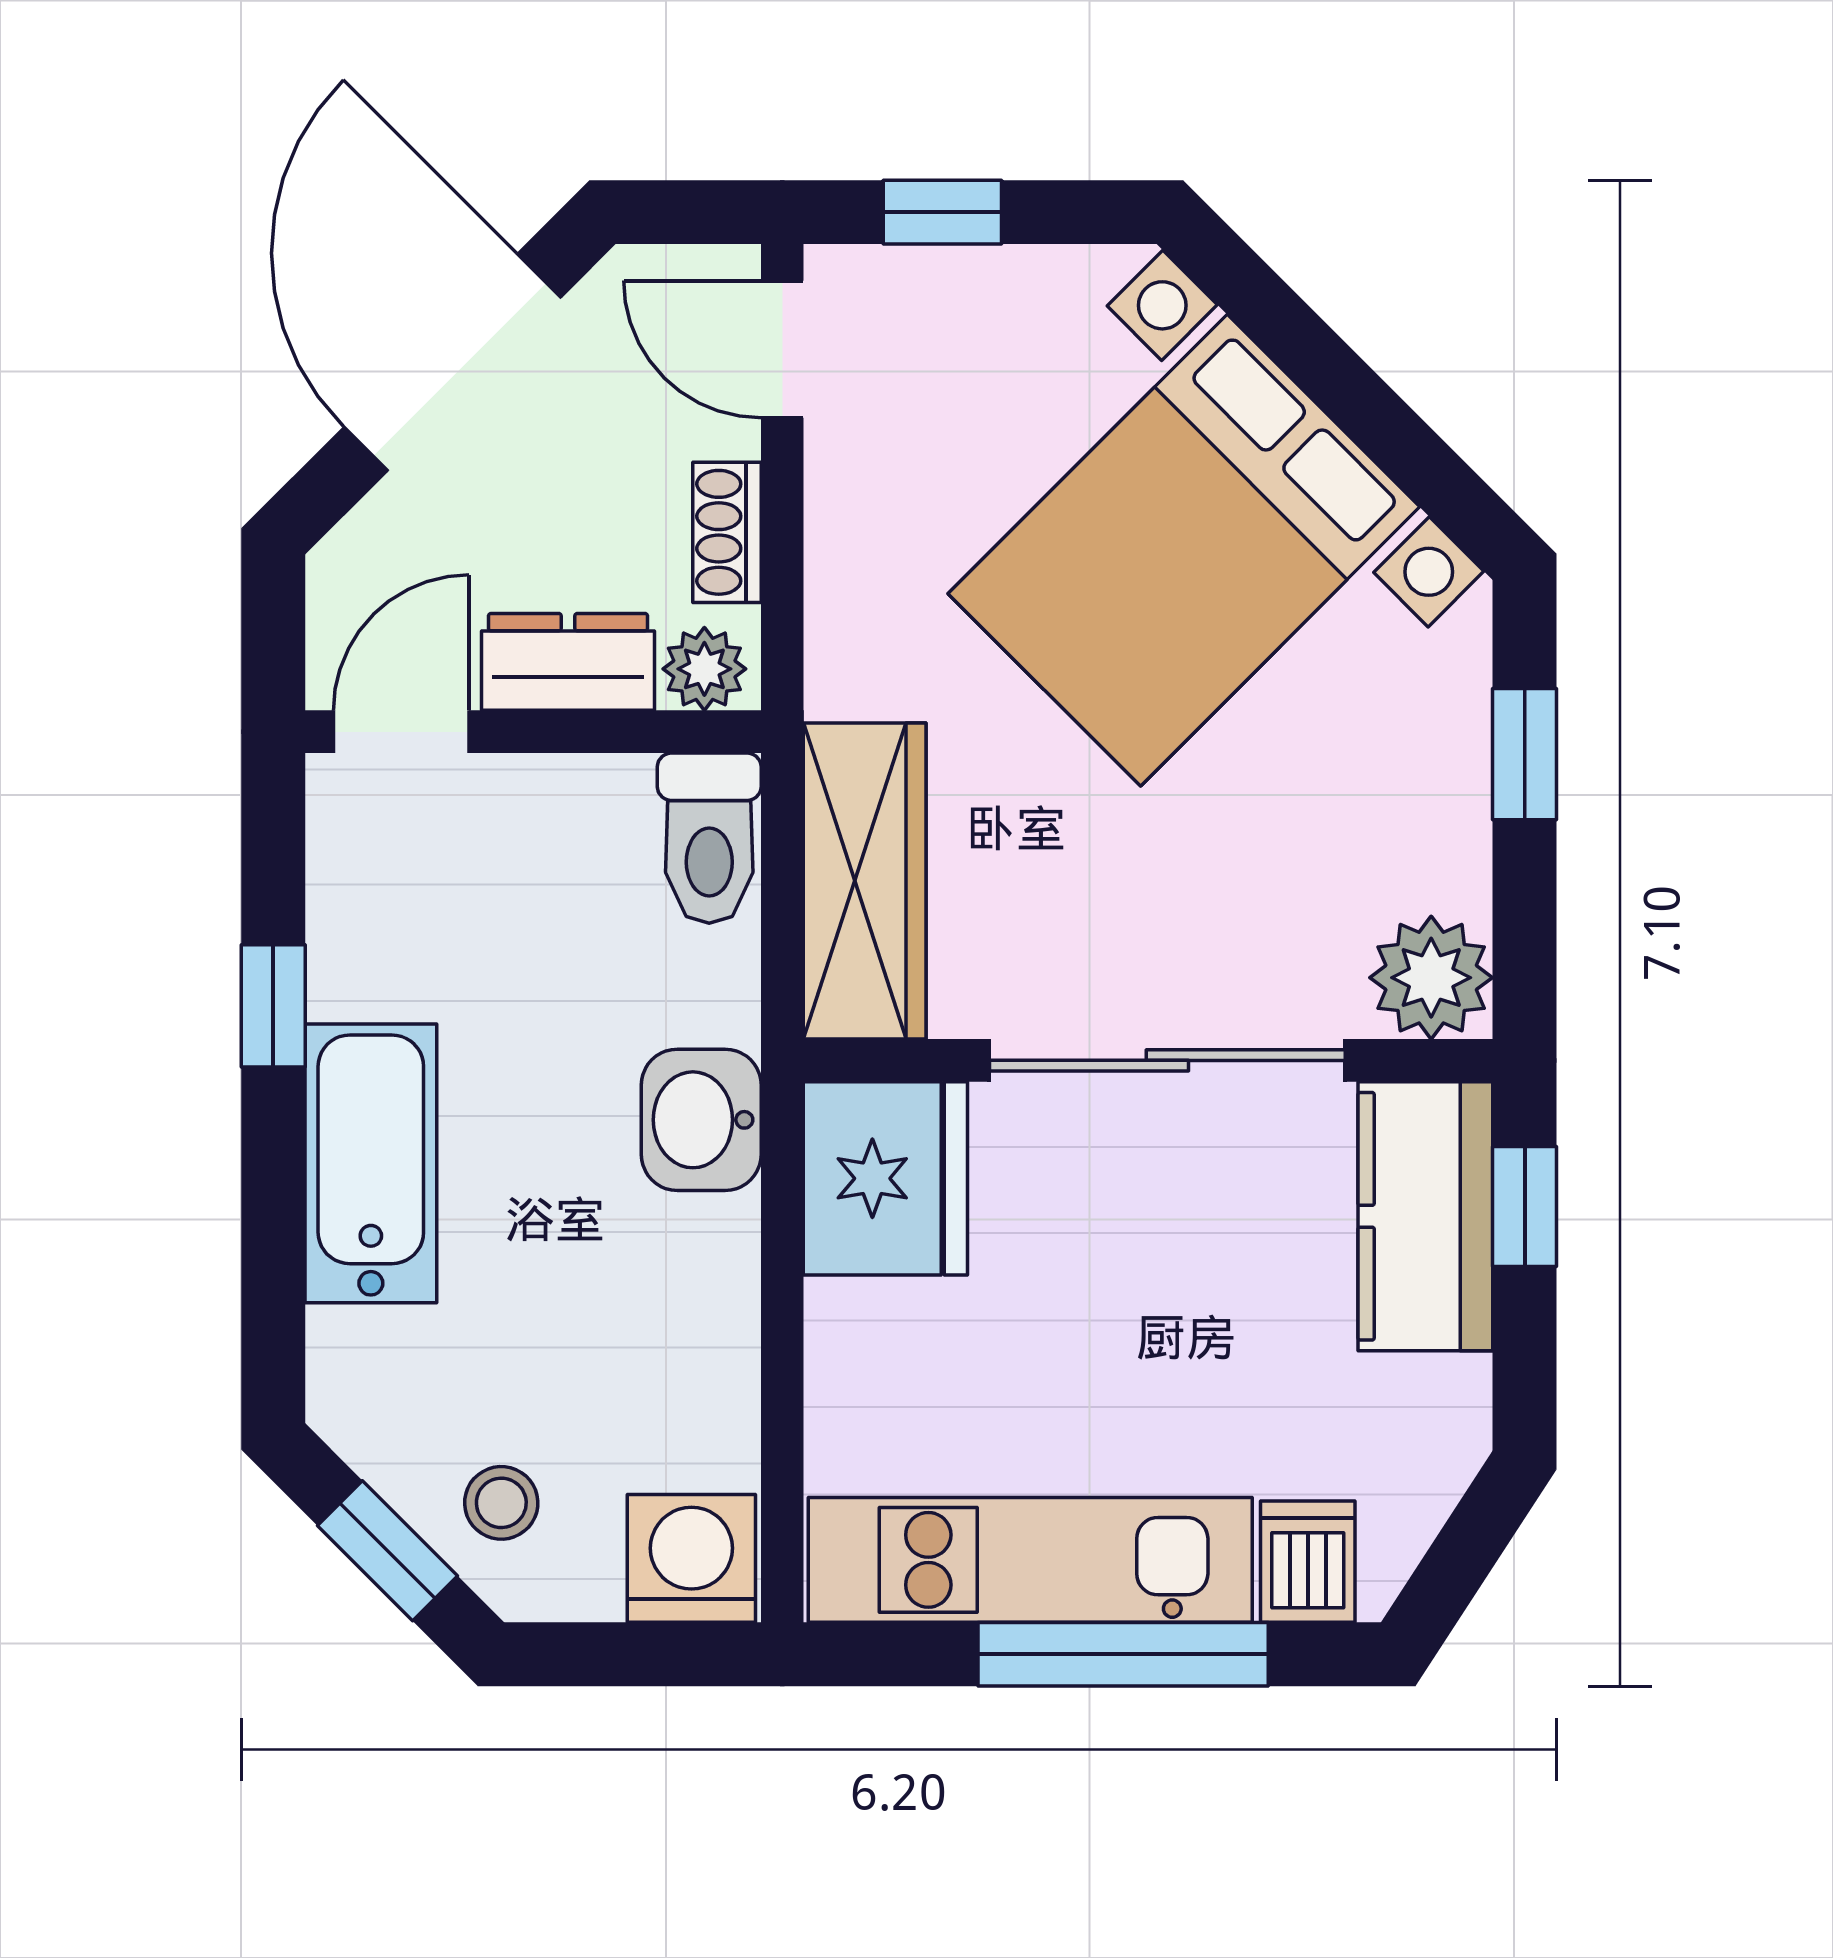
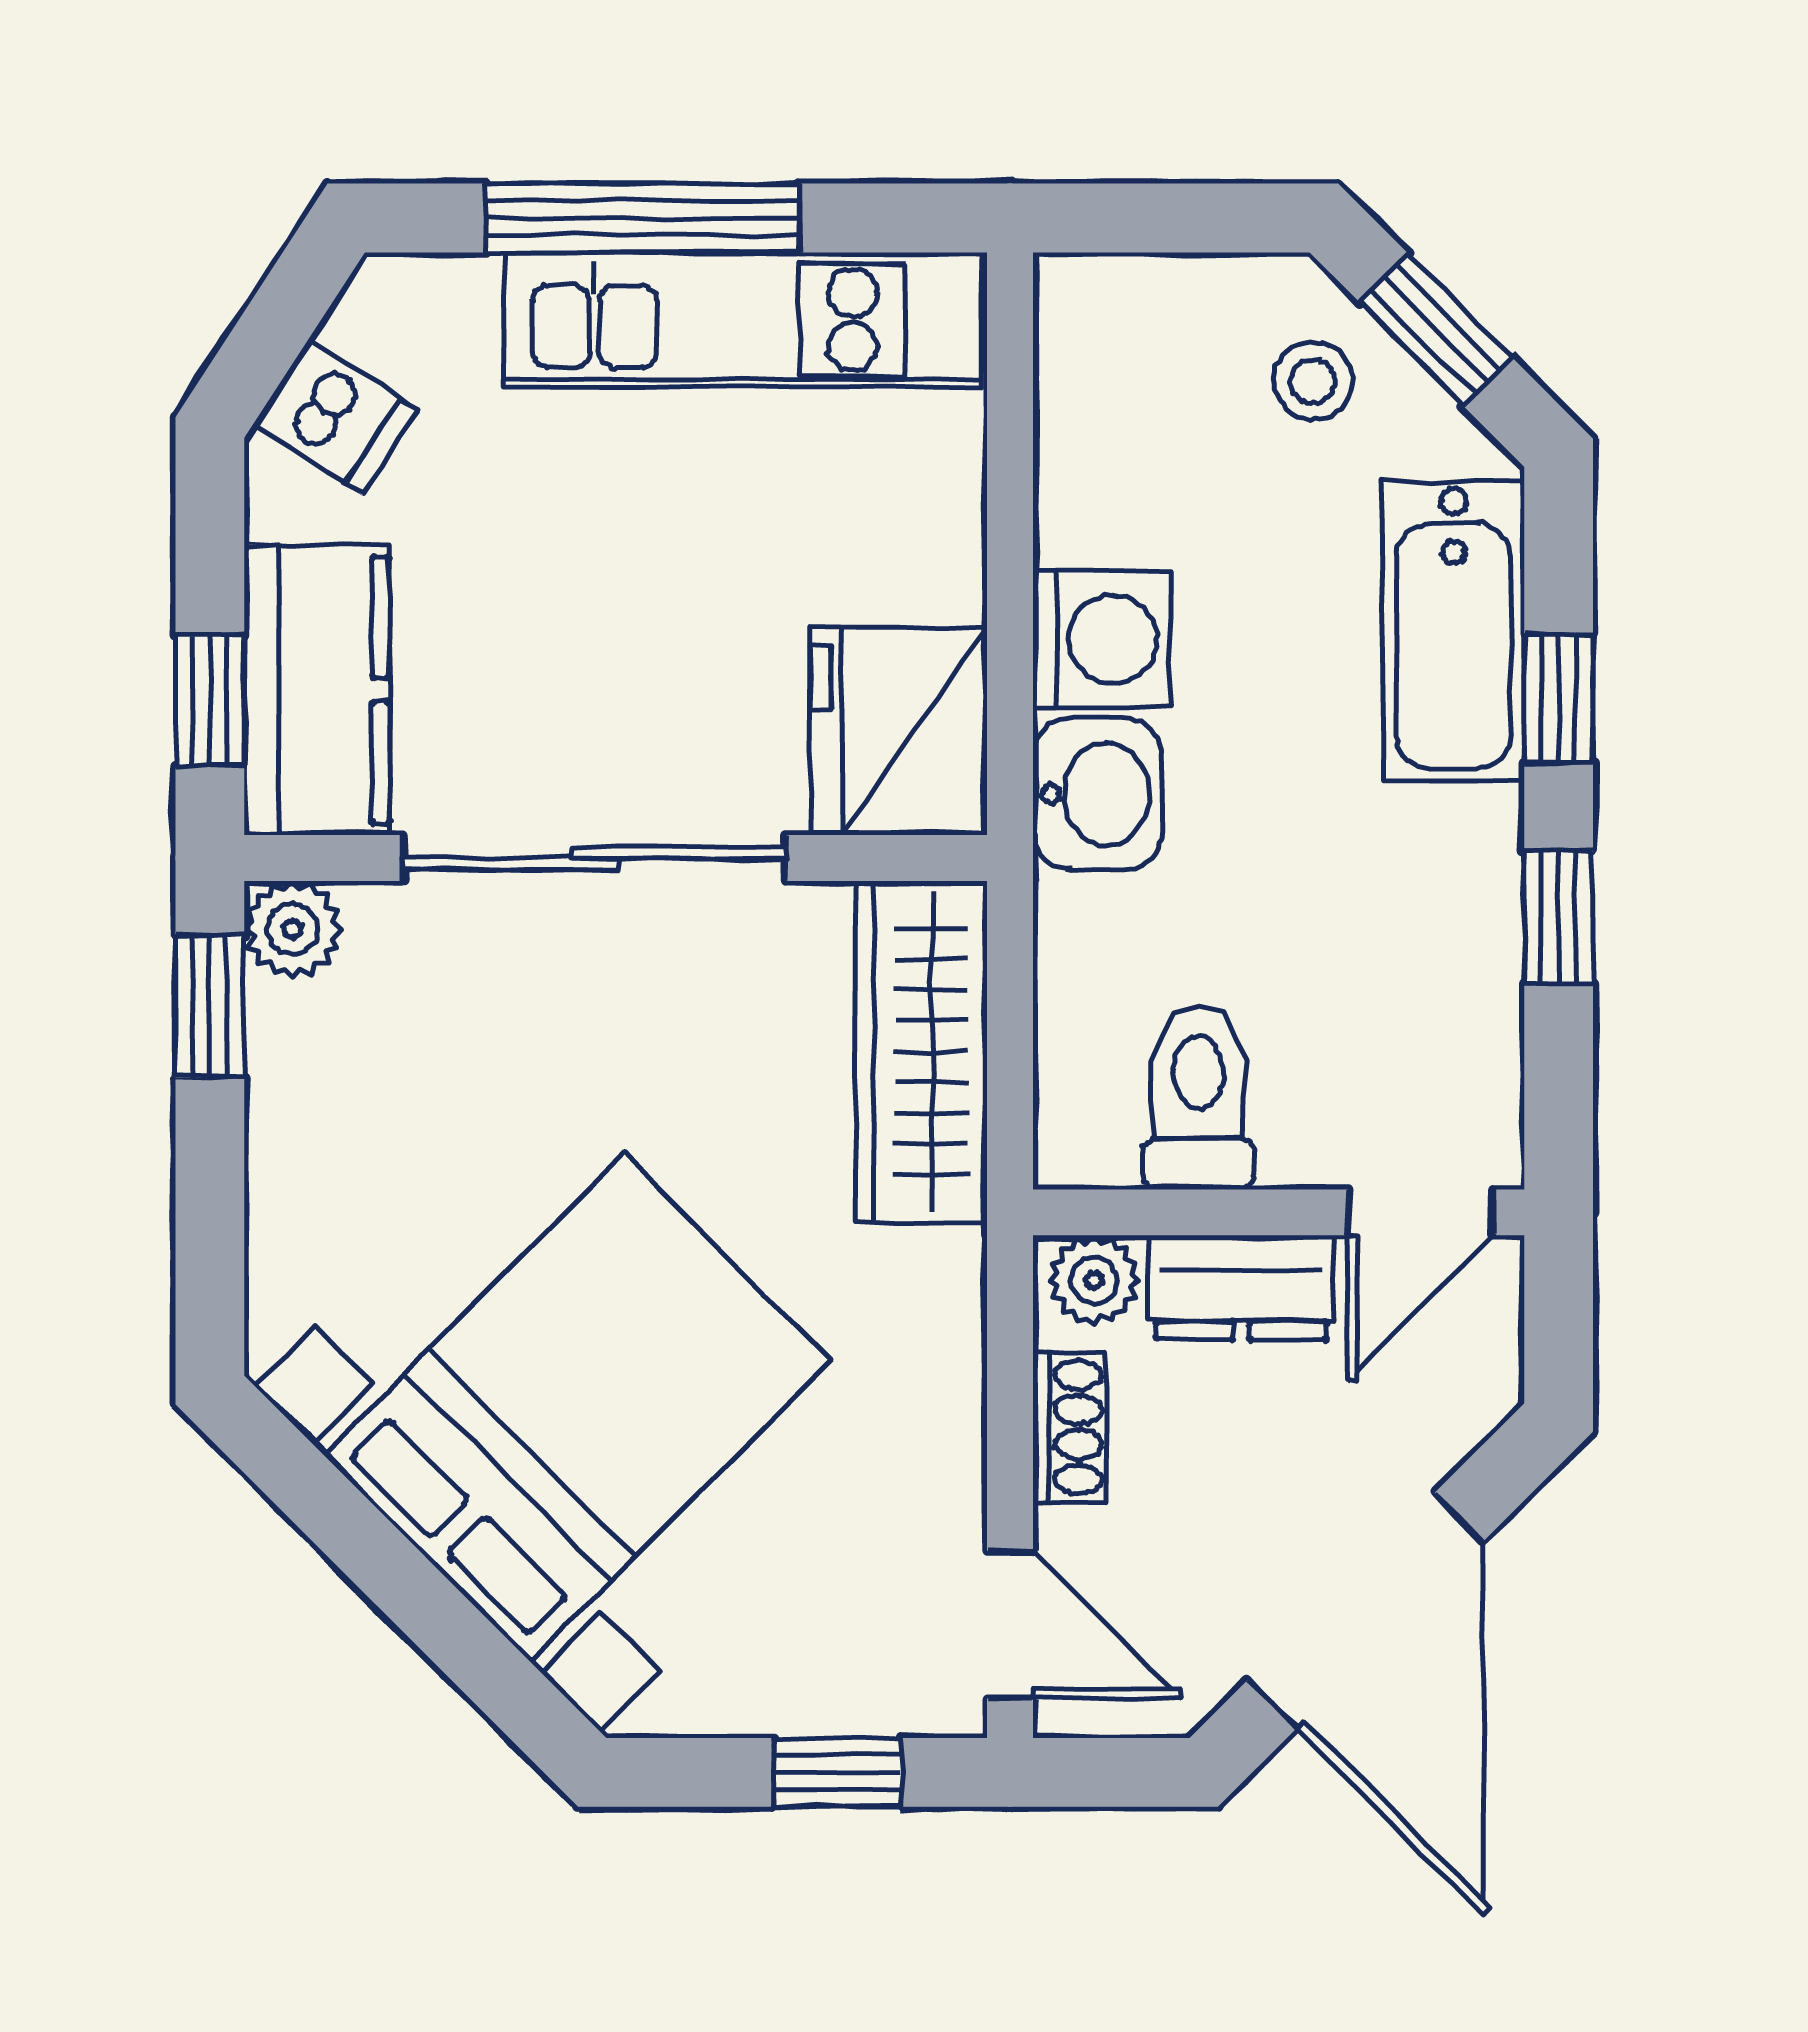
window: (1525, 754) -> (210, 1006), moved
toilet: (709, 838) -> (1198, 1098), moved
plant: (1431, 978) -> (293, 929), width x0.73, depth x0.73
bathtub: (371, 1163) -> (1453, 631), moved
window: (273, 1208) -> (1559, 699), added
washing machine: (691, 1558) -> (1102, 640), moved, turned -90
dishwasher: (1308, 1562) -> (336, 417), moved, turned -57

